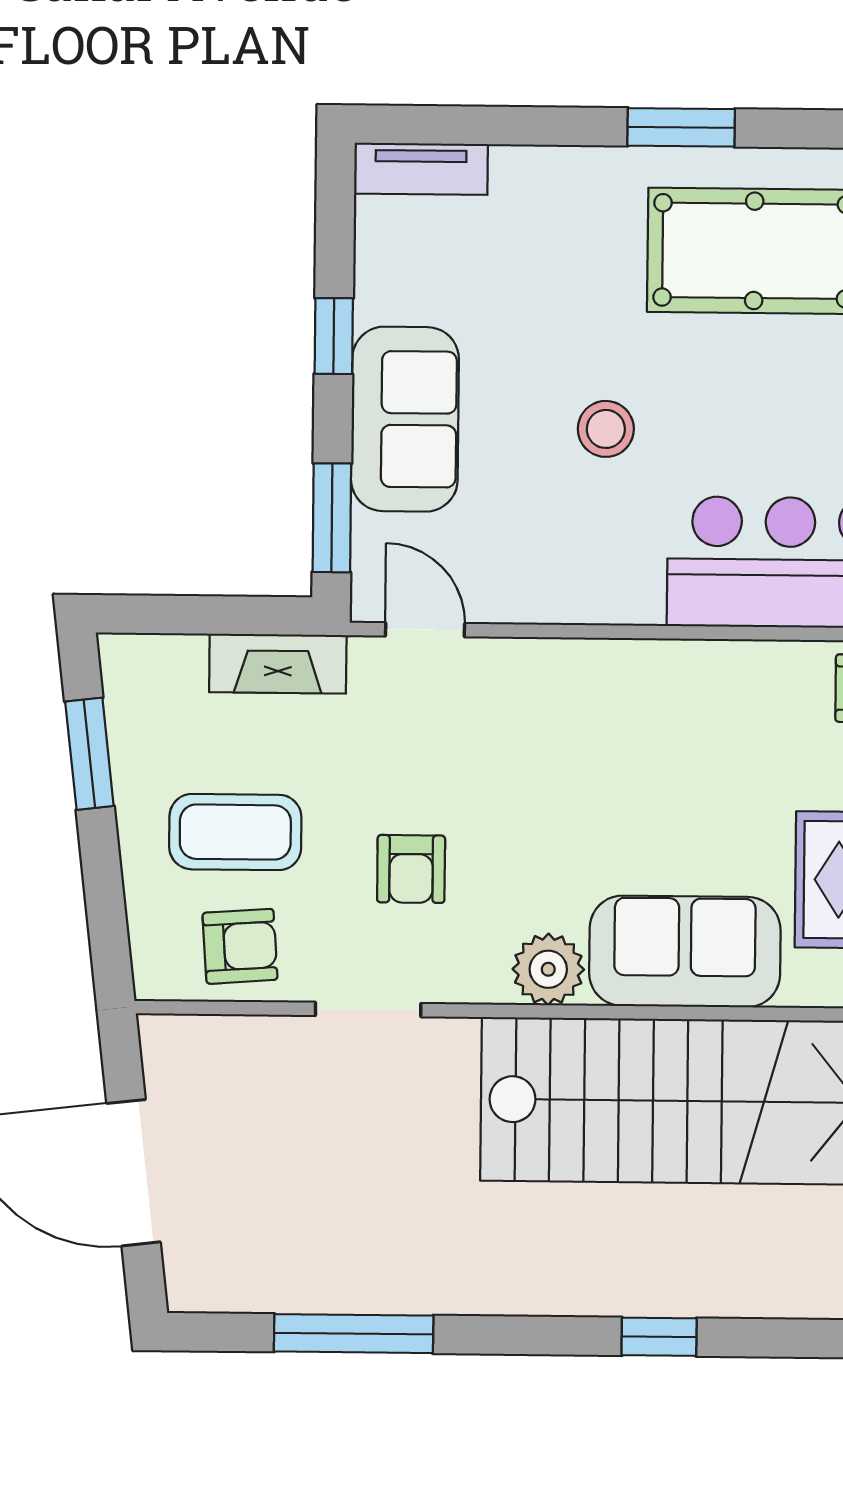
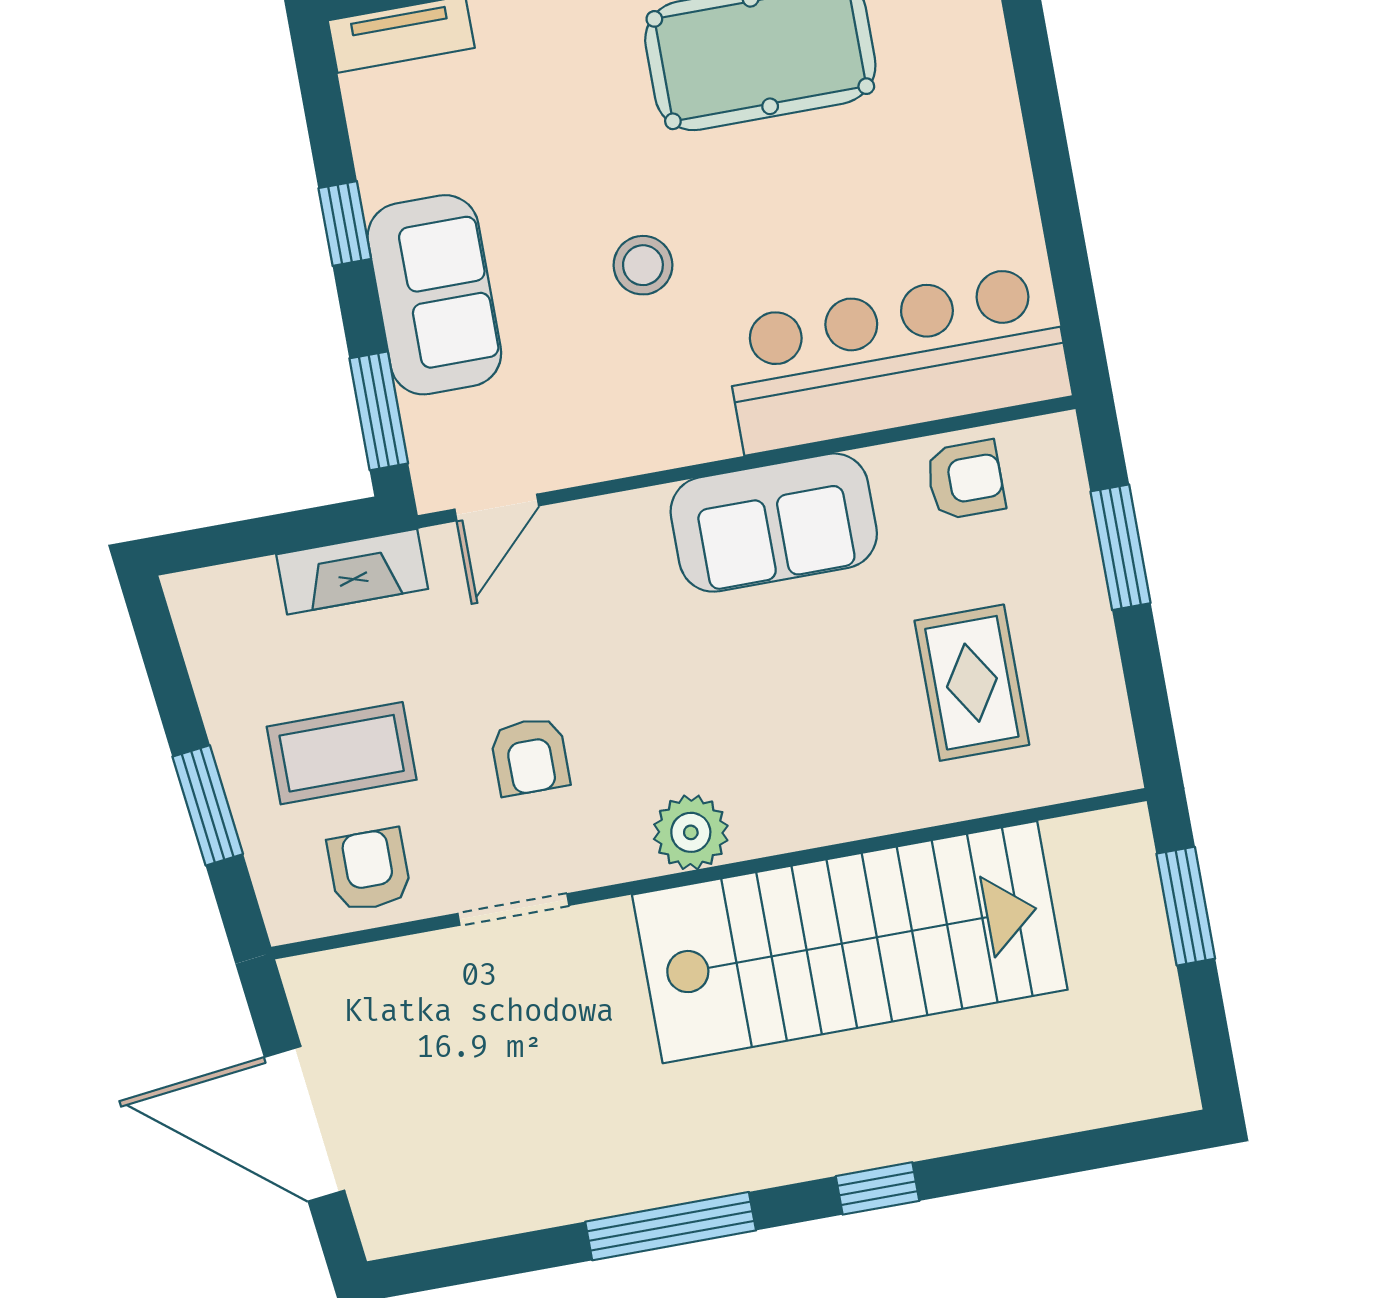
door: (425, 630) -> (497, 508), swing flipped
window: (89, 754) -> (208, 805), moved
armchair: (240, 946) -> (369, 870), turned -86
sofa: (685, 951) -> (774, 523), moved, turned 180
window: (354, 1334) -> (671, 1226), moved

